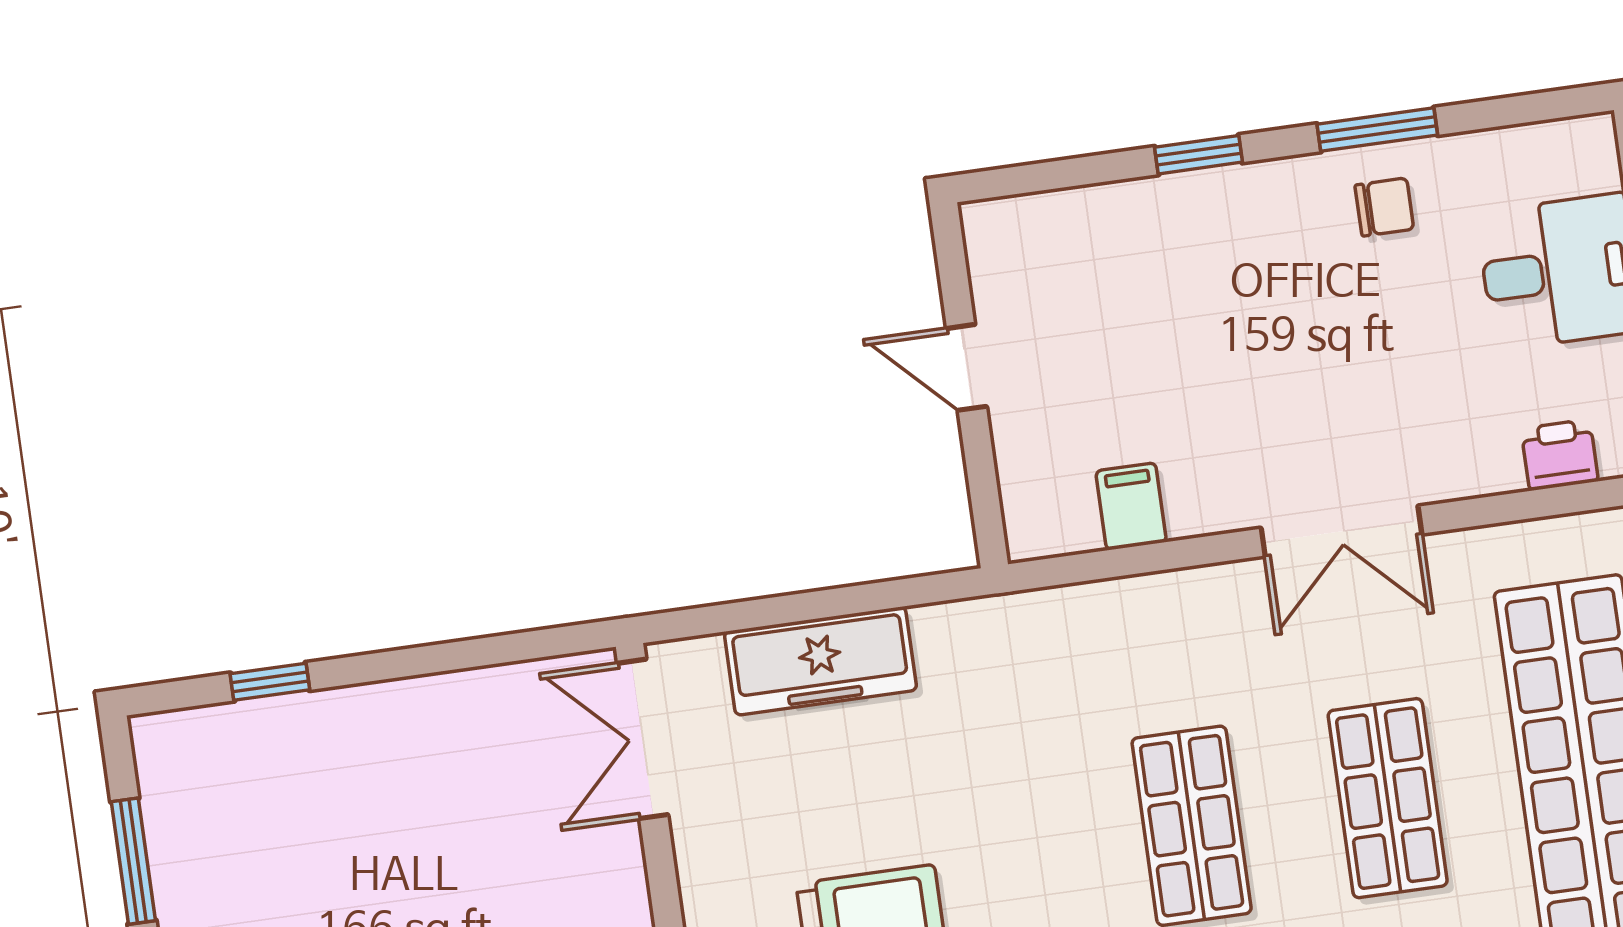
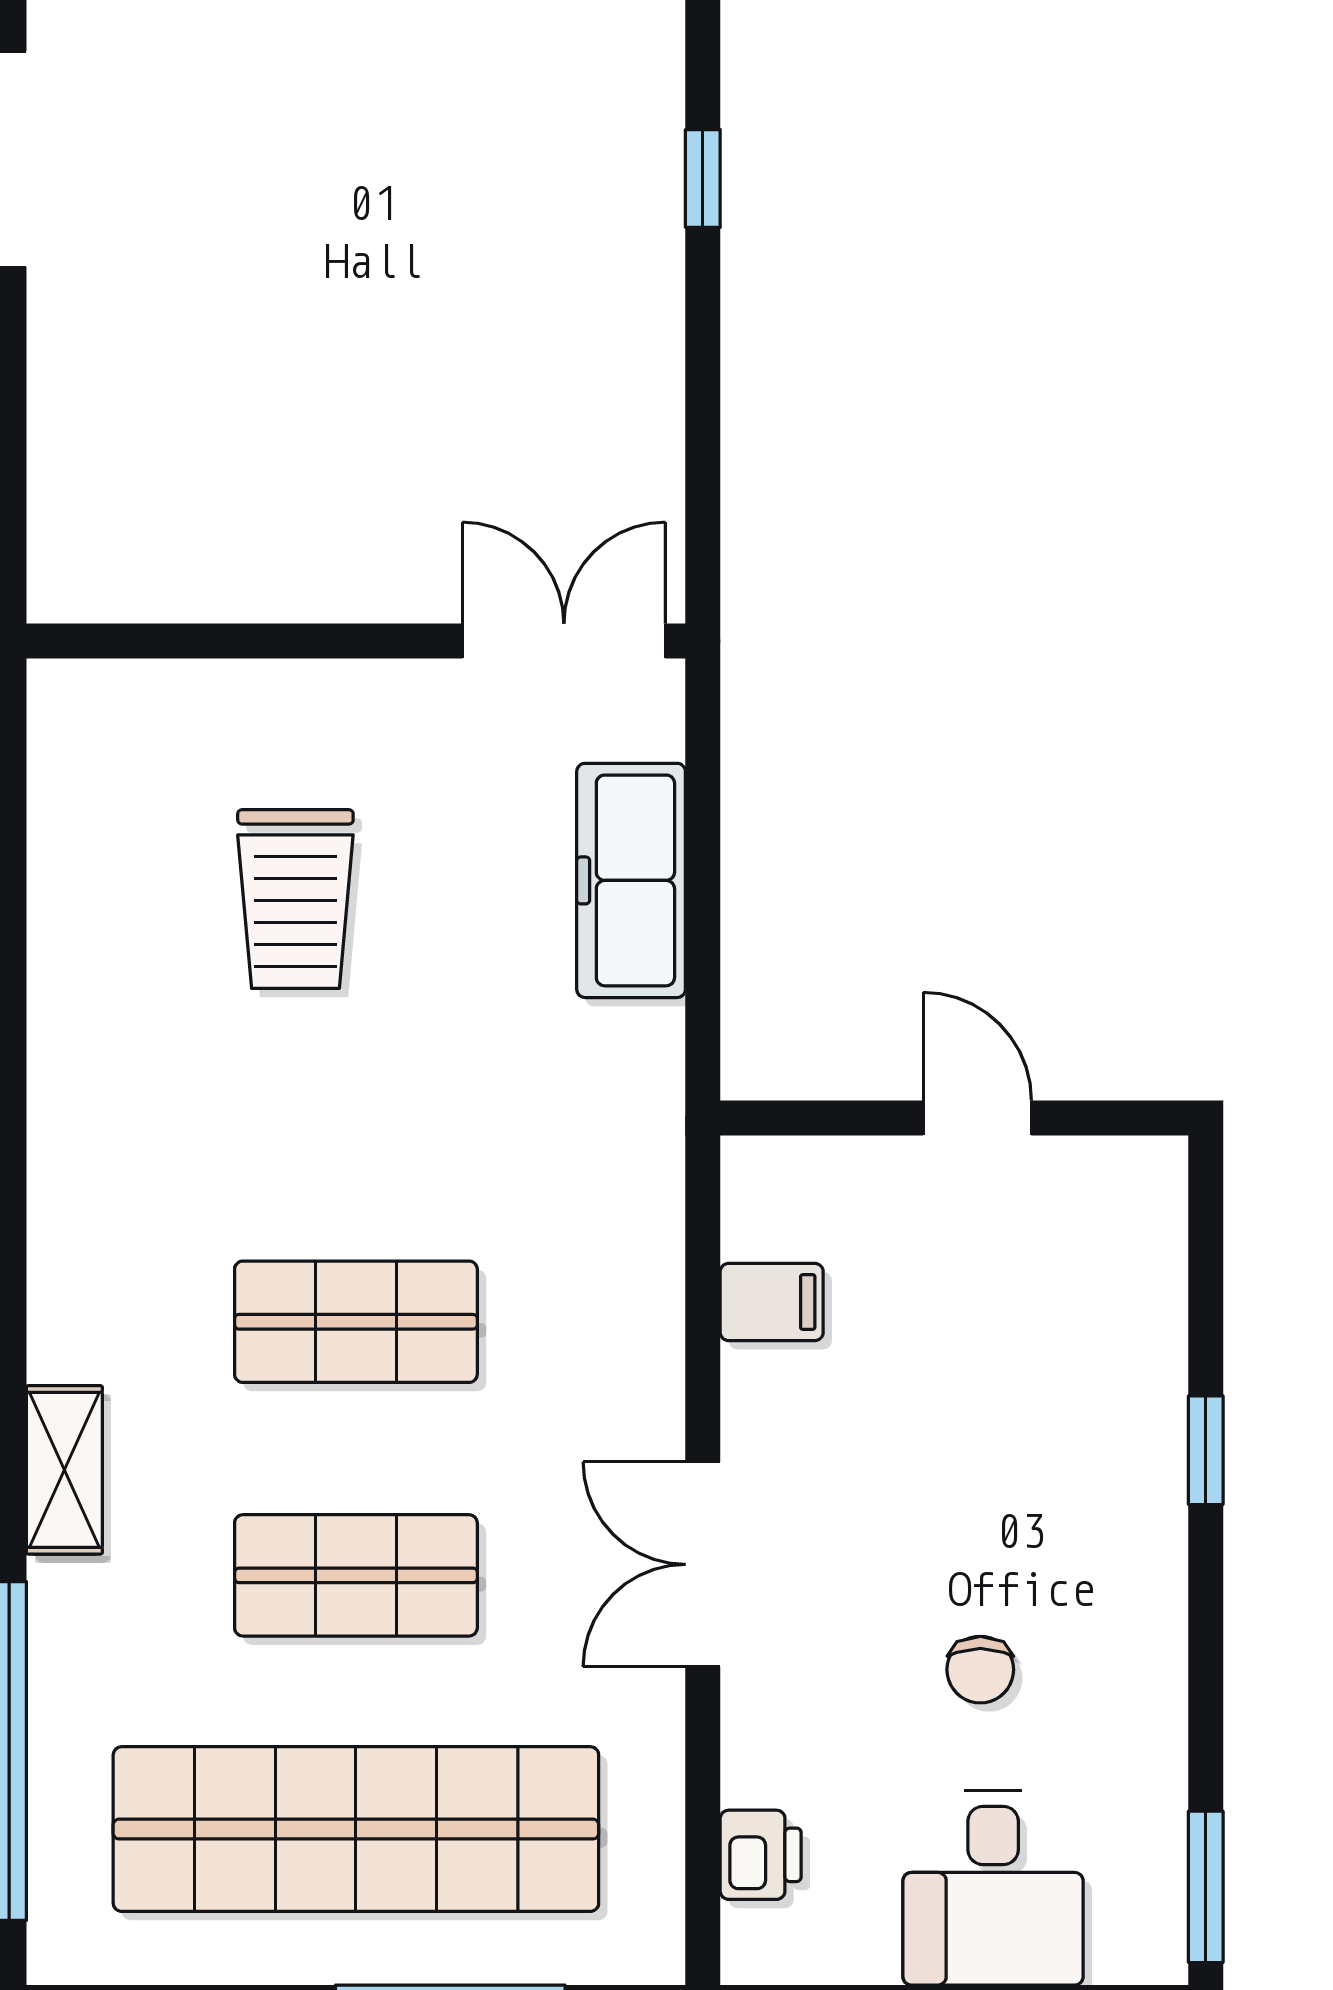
window: (1377, 130) -> (1206, 1887), moved
chair: (1384, 207) -> (980, 1670), moved
door: (966, 367) -> (977, 1118), hinge flipped

